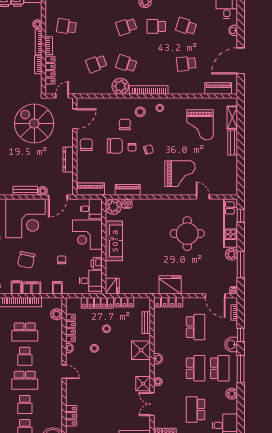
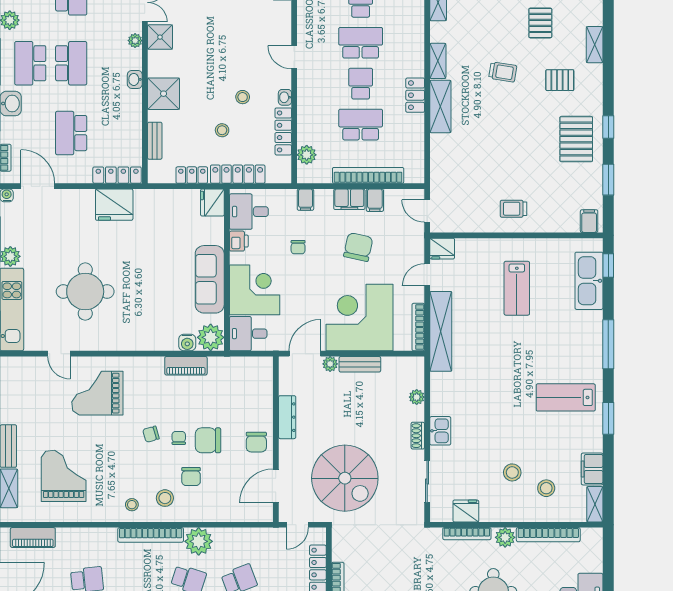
piano: (90, 189) -> (250, 367), removed
school desk: (196, 368) -> (71, 63), turned 180

